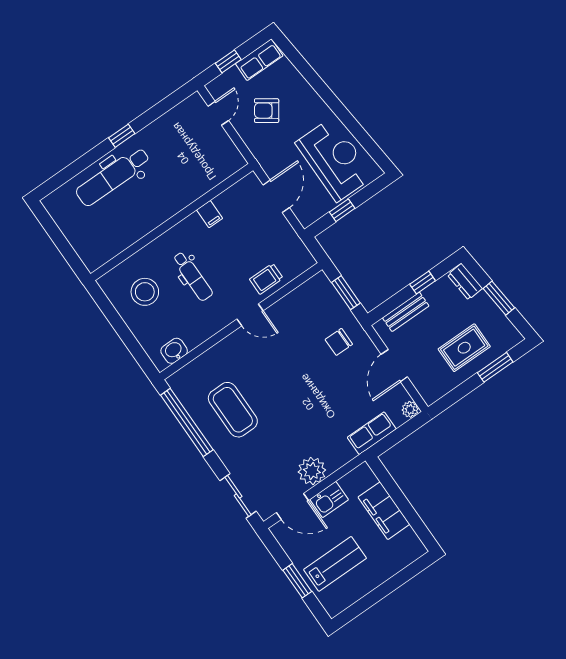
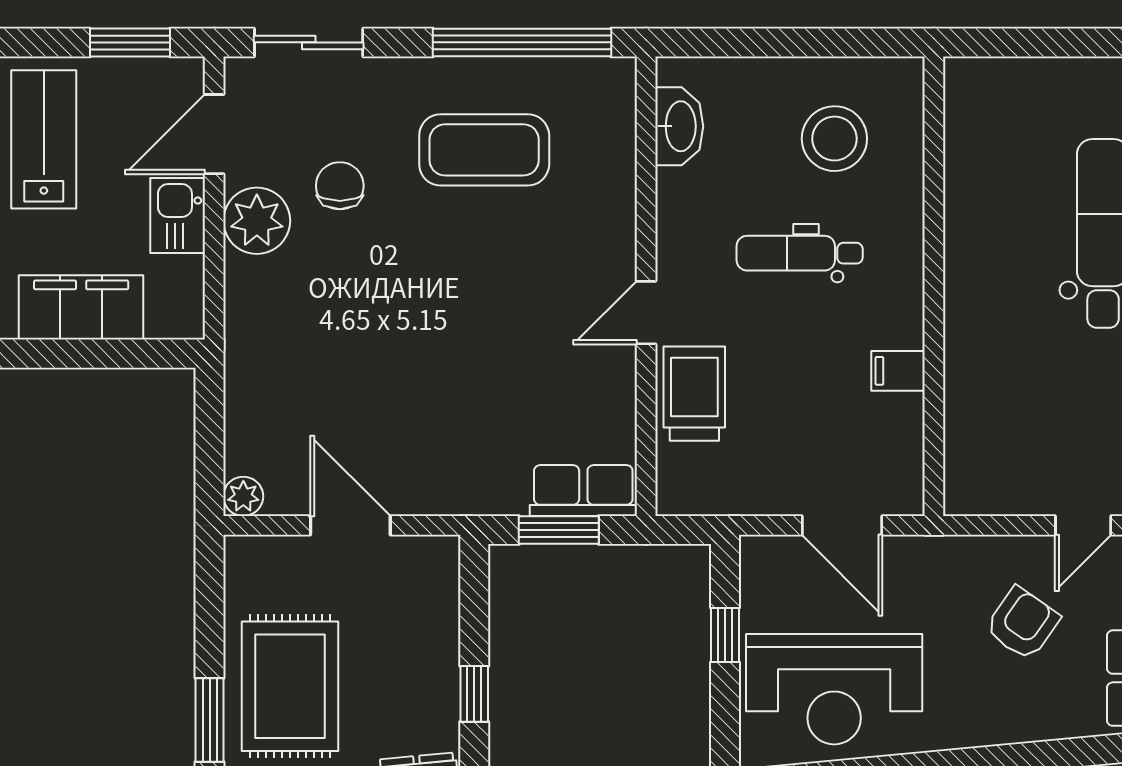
door: (218, 113) -> (1083, 525), hinge flipped
trolley: (266, 279) -> (694, 394), width x1.36, depth x1.39
bench: (406, 312) -> (440, 621), removed
chair: (339, 342) -> (340, 186), moved
rug: (464, 348) -> (290, 686), width x1.36, depth x1.43
washbasin: (174, 351) -> (679, 126), width x1.38
row of seats: (372, 433) -> (583, 491), moved, turned -90
lab bench: (335, 564) -> (44, 139), turned 180
window: (297, 581) -> (130, 42), moved

